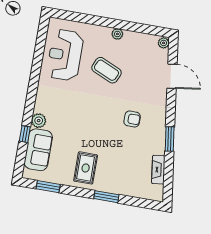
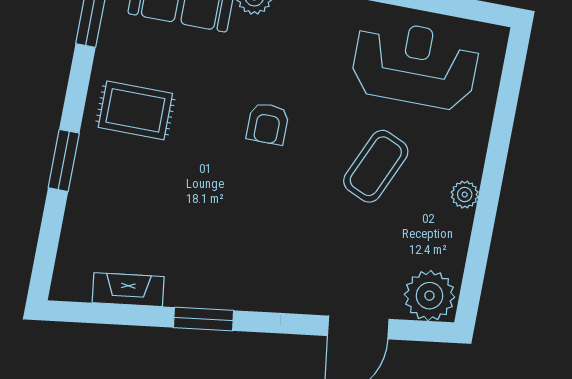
plant: (164, 43) -> (429, 296), width x1.88, depth x1.88
armchair: (132, 119) -> (268, 124), moved

